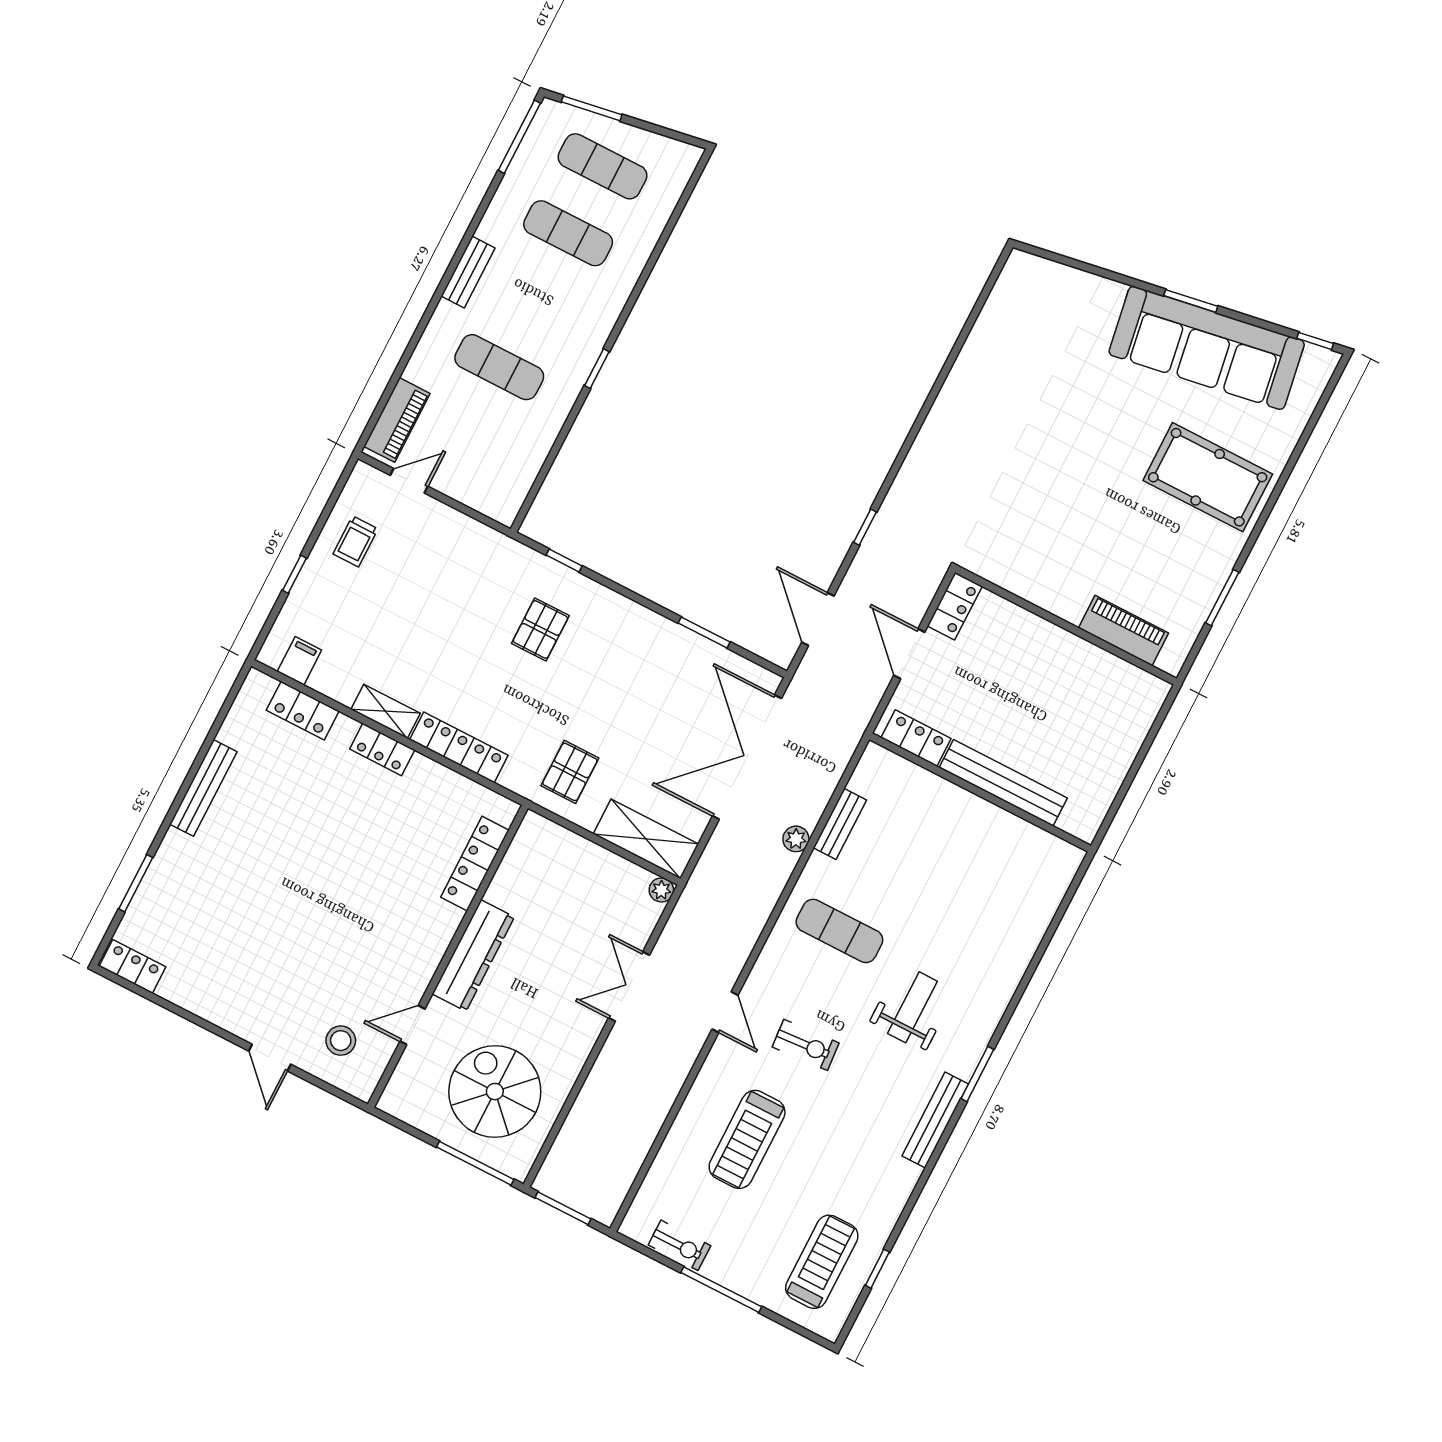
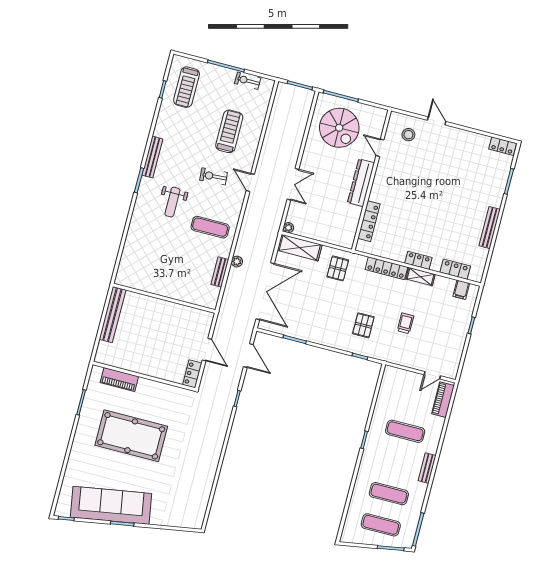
pool table: (1208, 477) -> (131, 436), moved, width x1.36, depth x1.32
trolley: (355, 541) -> (405, 323), moved
locker: (916, 738) -> (196, 315), removed
bench: (1003, 783) -> (112, 315), moved, turned 90
door: (412, 1025) -> (380, 148), swing flipped

